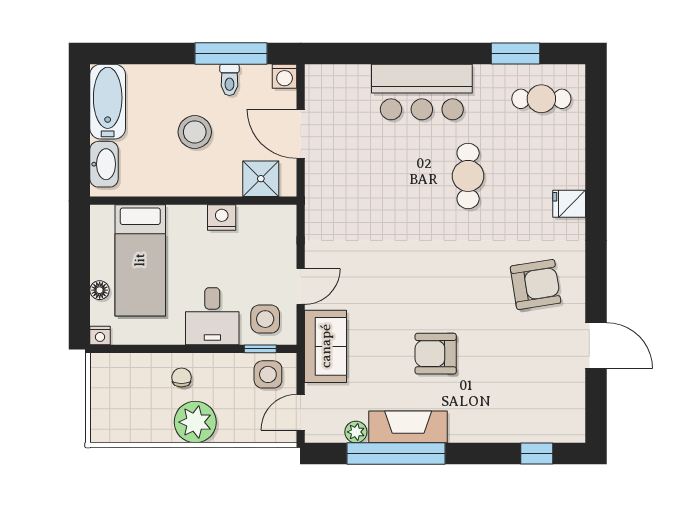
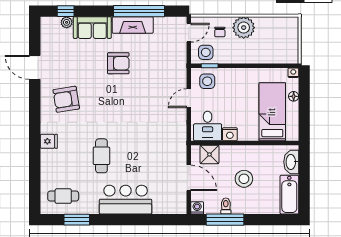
desk: (212, 316) -> (208, 126), moved, turned 180
sofa: (326, 346) -> (92, 28), moved, turned -90
chair: (182, 377) -> (220, 32), moved
plant: (356, 432) -> (67, 22), moved

